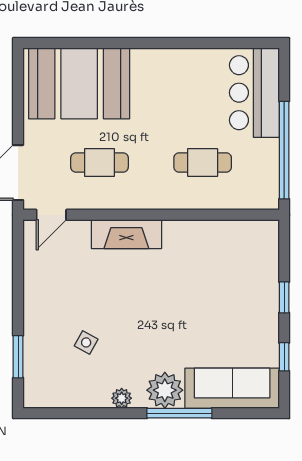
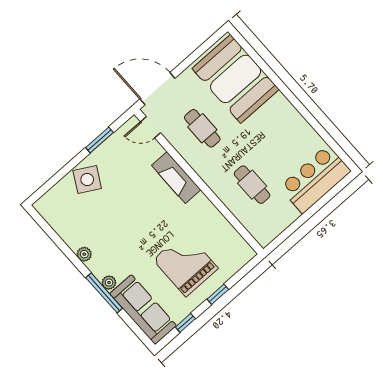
window: (284, 150) -> (298, 223), removed
grand piano: (224, 303) -> (185, 264), added
side table: (86, 342) -> (87, 179), moved, width x1.87, depth x1.87
window: (18, 357) -> (99, 140), moved
plant: (165, 390) -> (109, 283), width x0.53, depth x0.53

